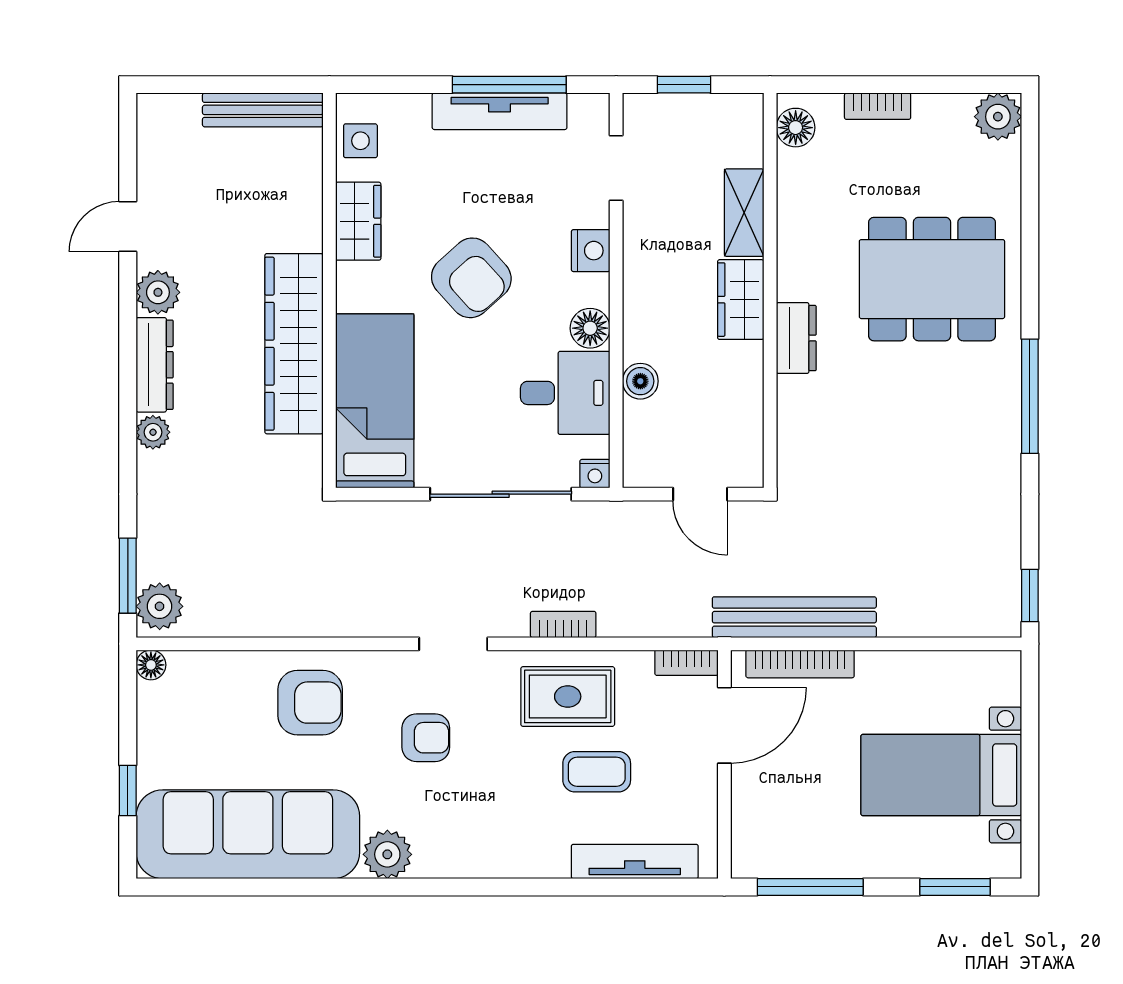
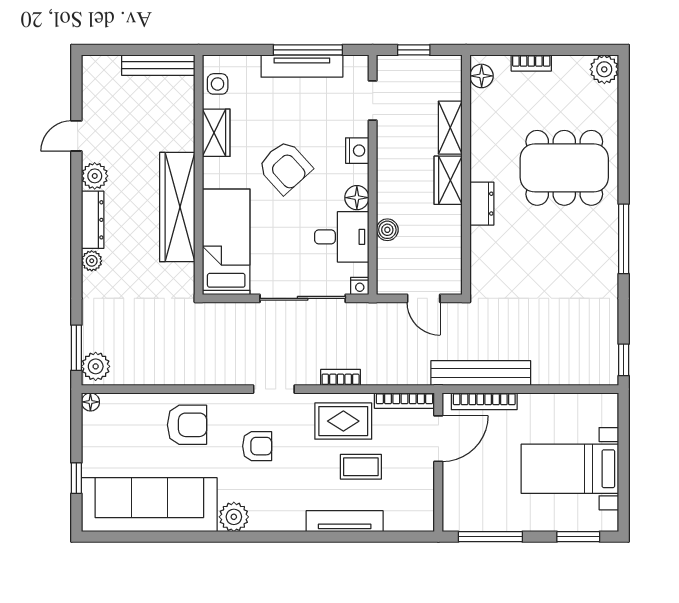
bookcase: (686, 663) -> (404, 401), width x1.56
tv unit: (635, 861) -> (345, 521), moved

